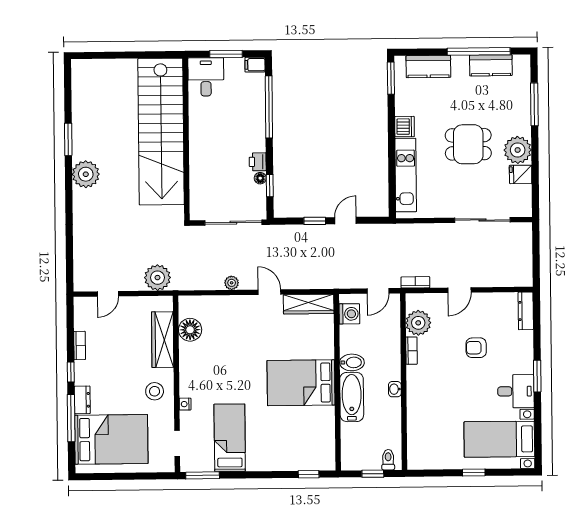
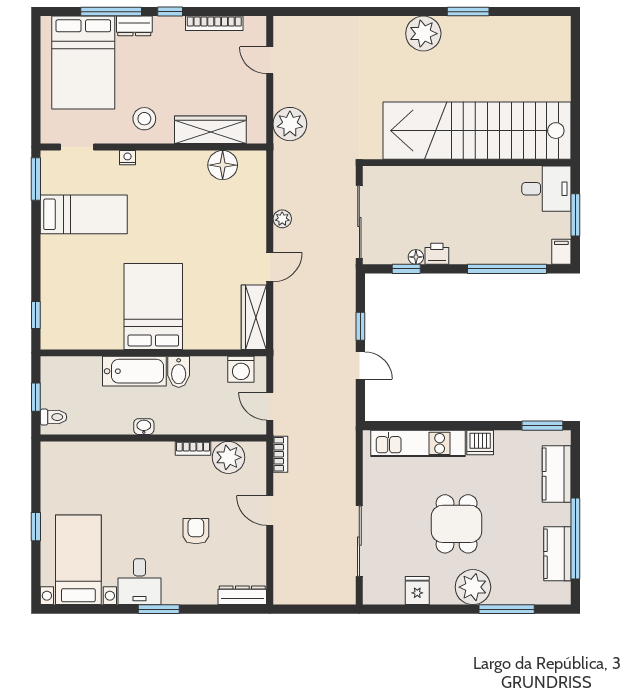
plant: (518, 150) -> (473, 587), moved
bookcase: (80, 346) -> (214, 23), width x1.56

